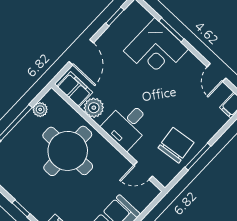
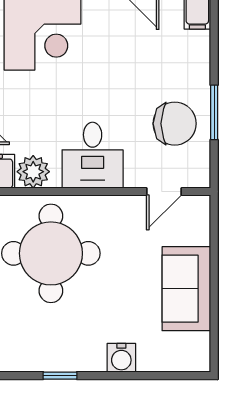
chair: (176, 145) -> (175, 124), turned 97

